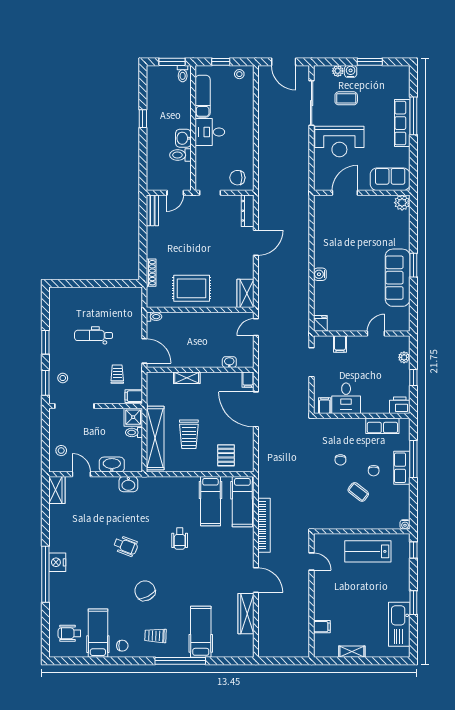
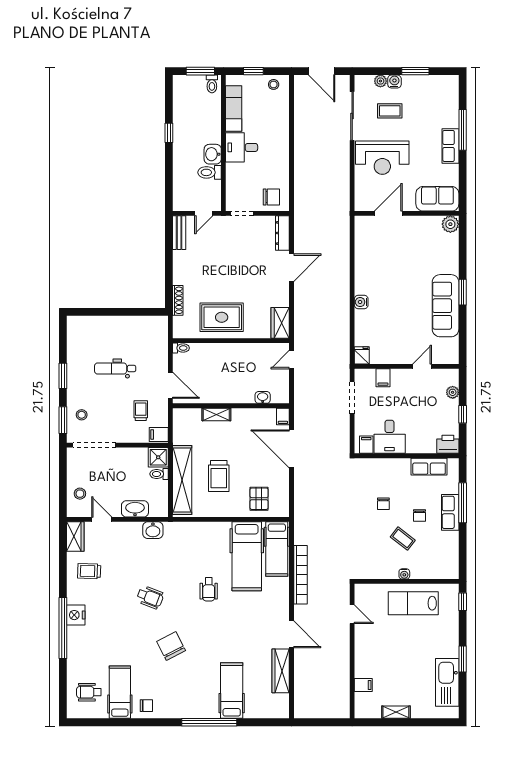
row of seats: (402, 123) -> (451, 146), width x0.68
chair: (237, 178) -> (271, 197), turned 180
hospital bed: (210, 501) -> (247, 556), width x1.37, depth x1.29
water cooler: (405, 524) -> (404, 574), moved
trolley: (155, 636) -> (89, 571), moved

